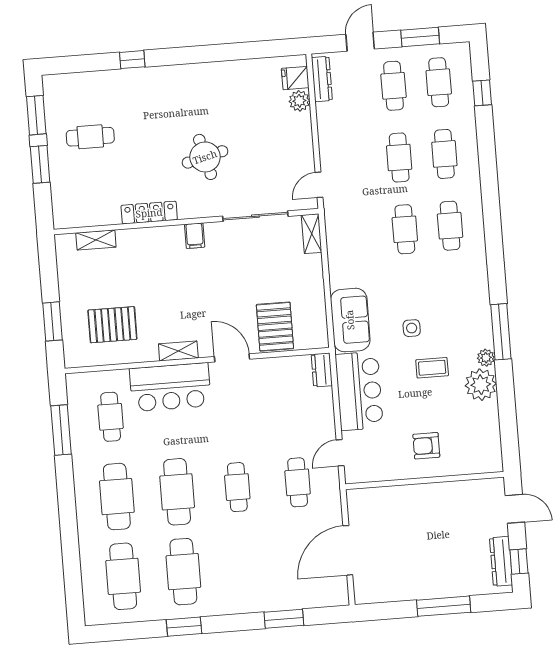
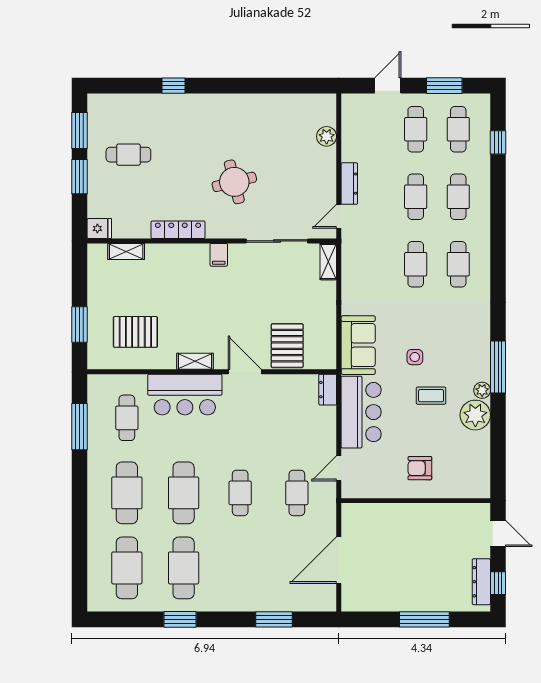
fridge: (295, 78) -> (99, 228), moved, turned 180
dresser: (322, 79) -> (349, 184), moved

